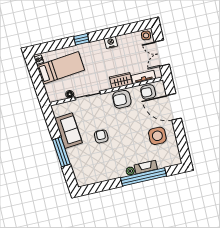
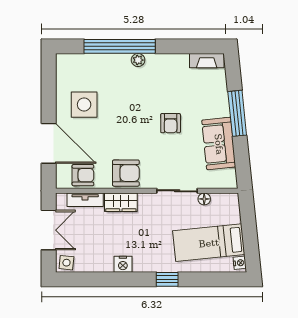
fireplace: (146, 167) -> (207, 61), moved

